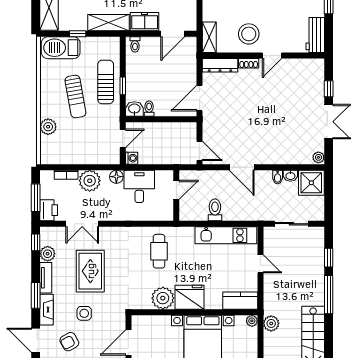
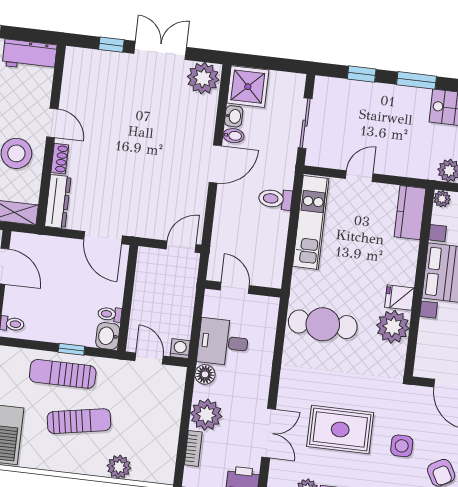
plant: (318, 157) -> (203, 78), width x1.87, depth x1.87
door: (242, 167) -> (215, 164), moved
toilet: (215, 210) -> (275, 199), moved
cafe table: (159, 251) -> (323, 324), width x1.37, depth x1.35
window: (329, 295) -> (416, 80), width x0.69
fridge: (189, 297) -> (399, 298), width x0.53, depth x0.75

